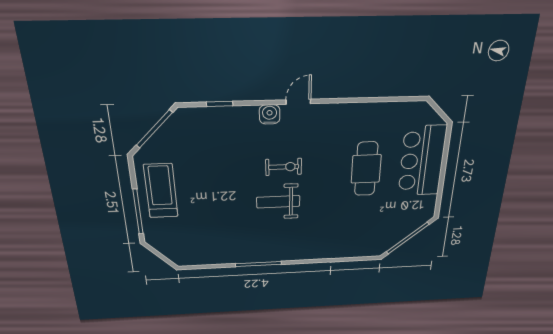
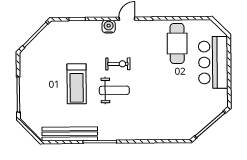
cafe table: (366, 169) -> (177, 43), moved
treadmill: (161, 191) -> (77, 84), moved, turned 180
weight bench: (278, 202) -> (114, 90), turned 180
bench: (217, 257) -> (70, 134), added

